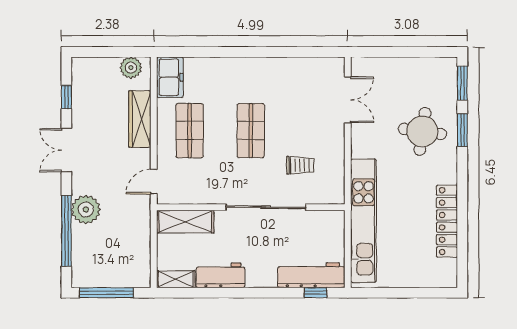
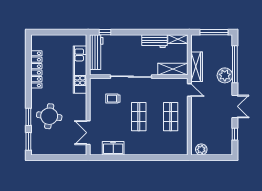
freezer: (170, 77) -> (113, 148), moved, turned 90
wardrobe: (140, 119) -> (197, 67), moved
door: (154, 182) -> (189, 90), hinge flipped
kitchen unit: (363, 221) -> (80, 70), width x0.73
workbench: (311, 275) -> (96, 52), moved, turned -90

